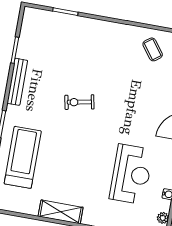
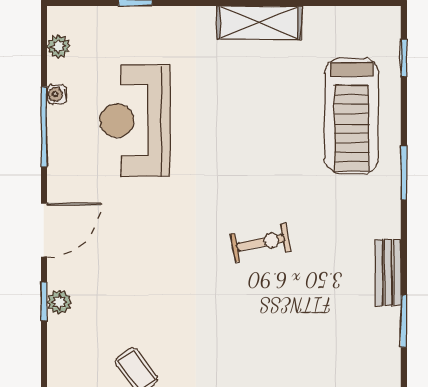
bench: (17, 82) -> (388, 273), width x0.73

